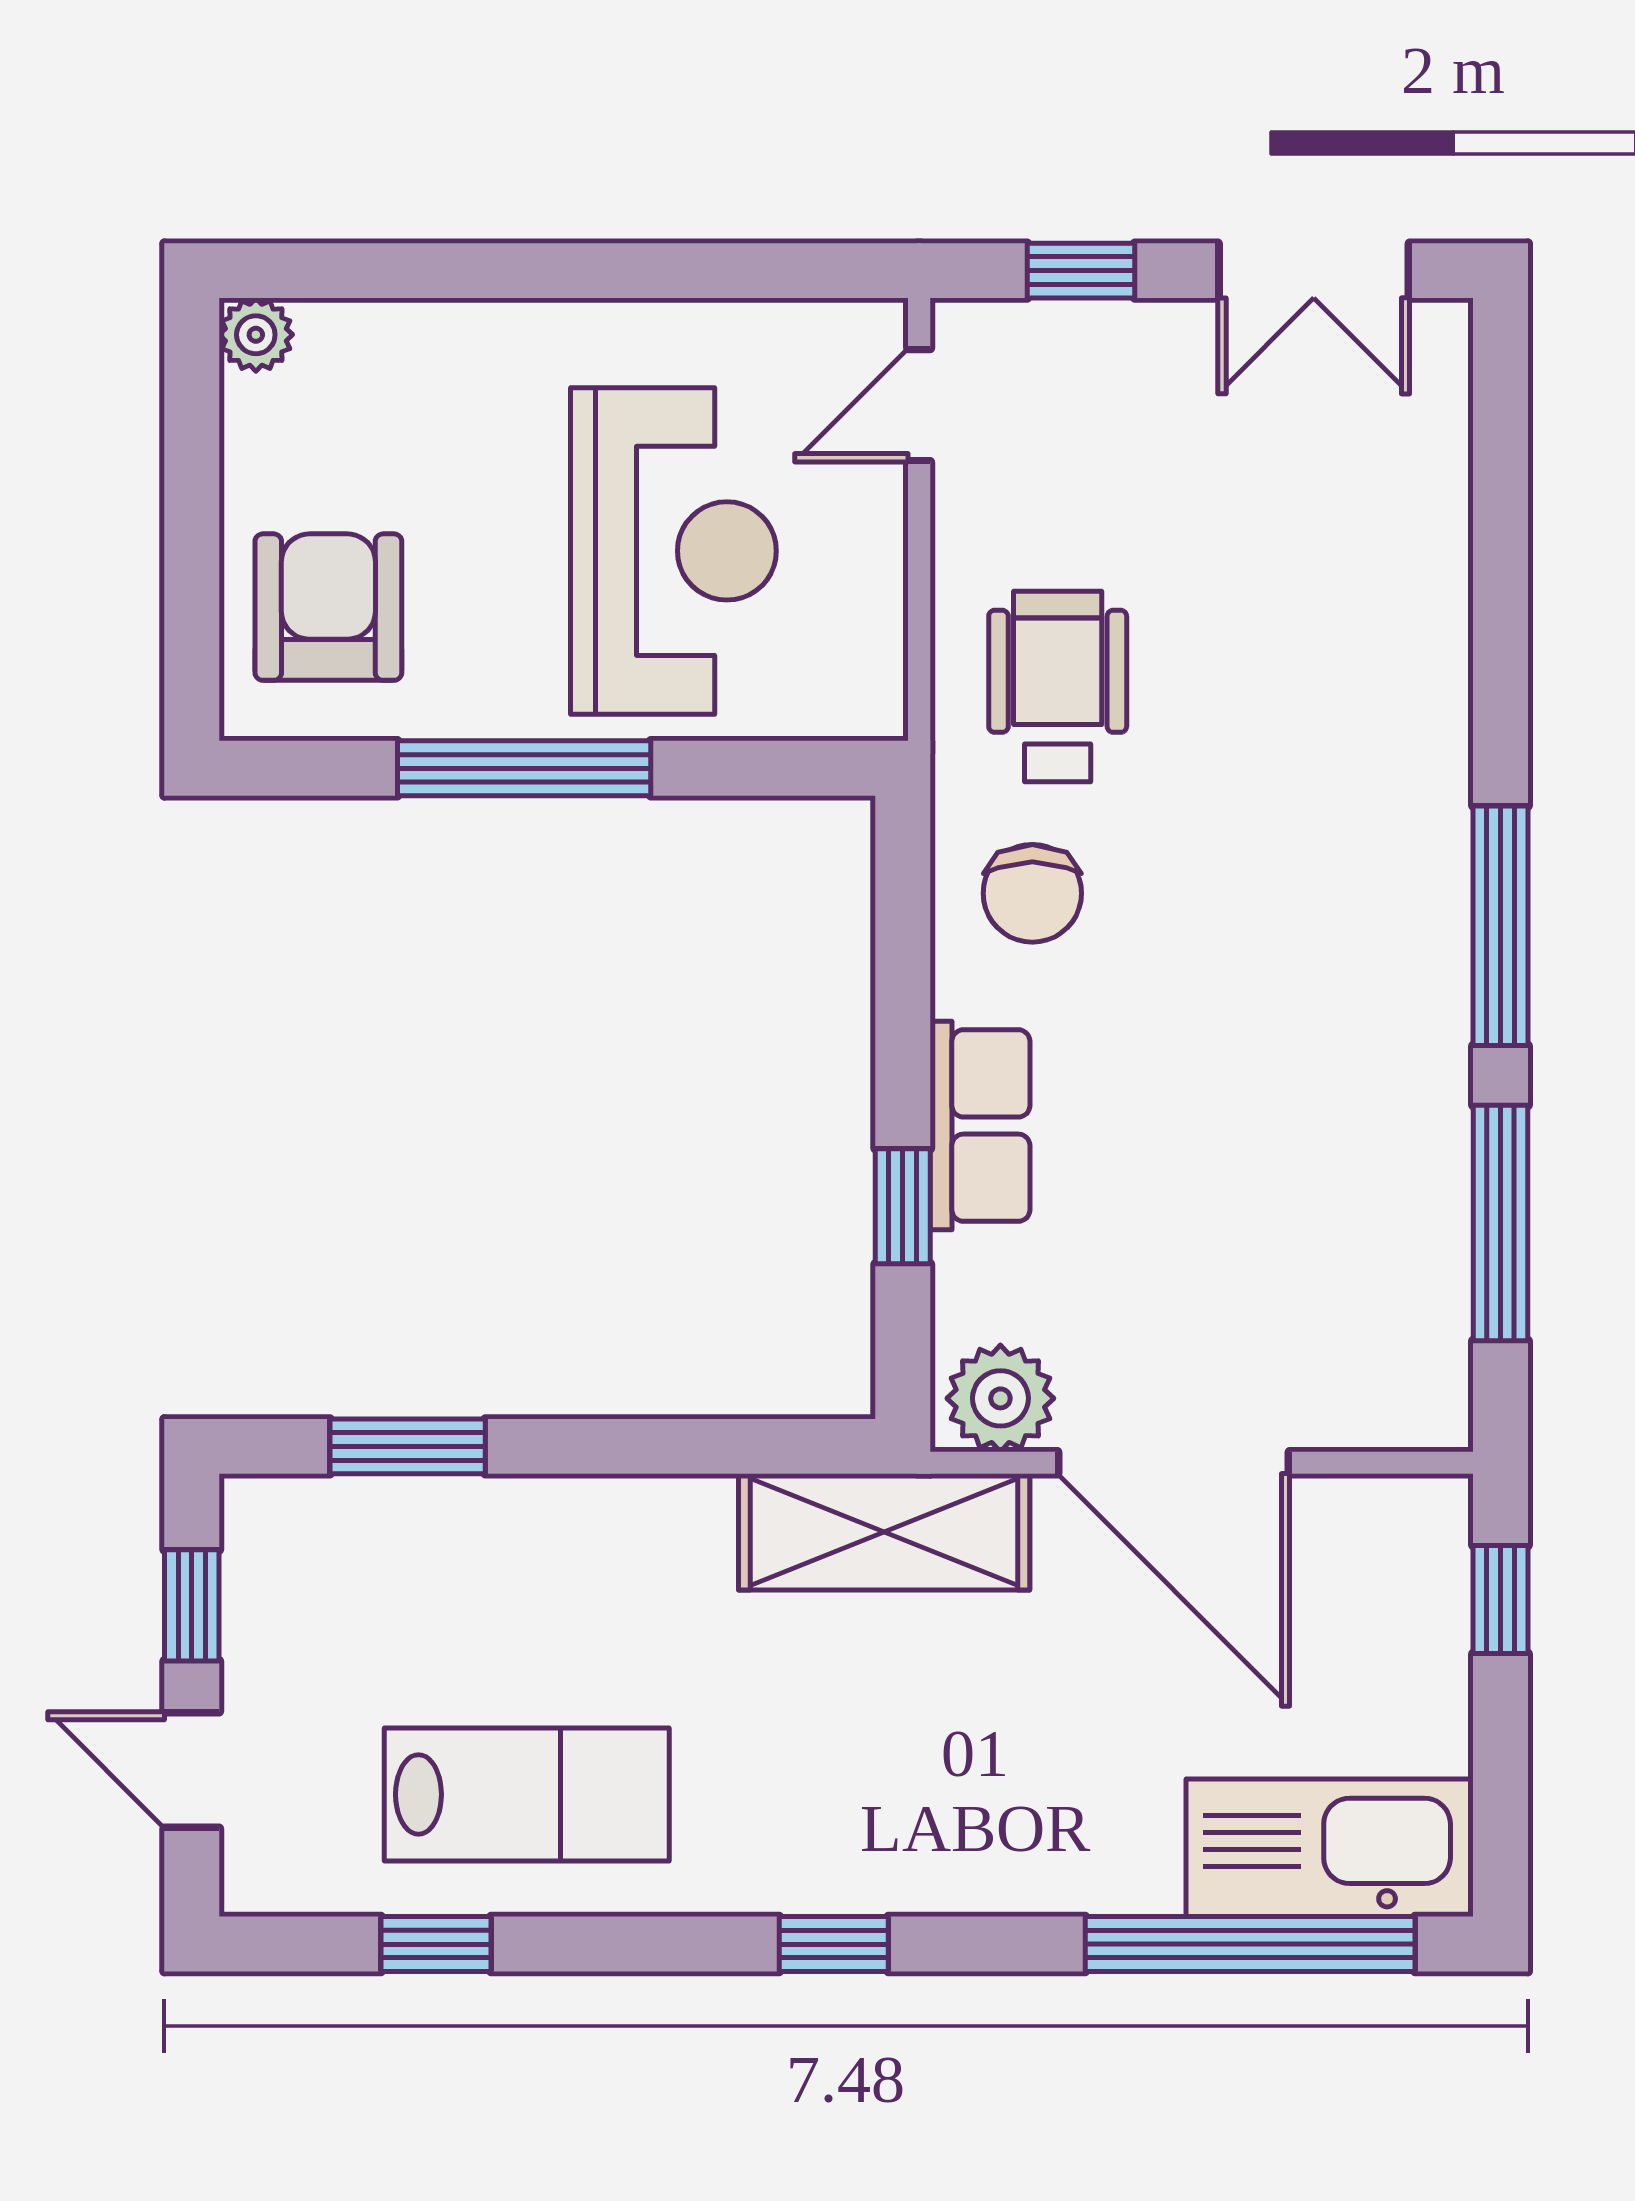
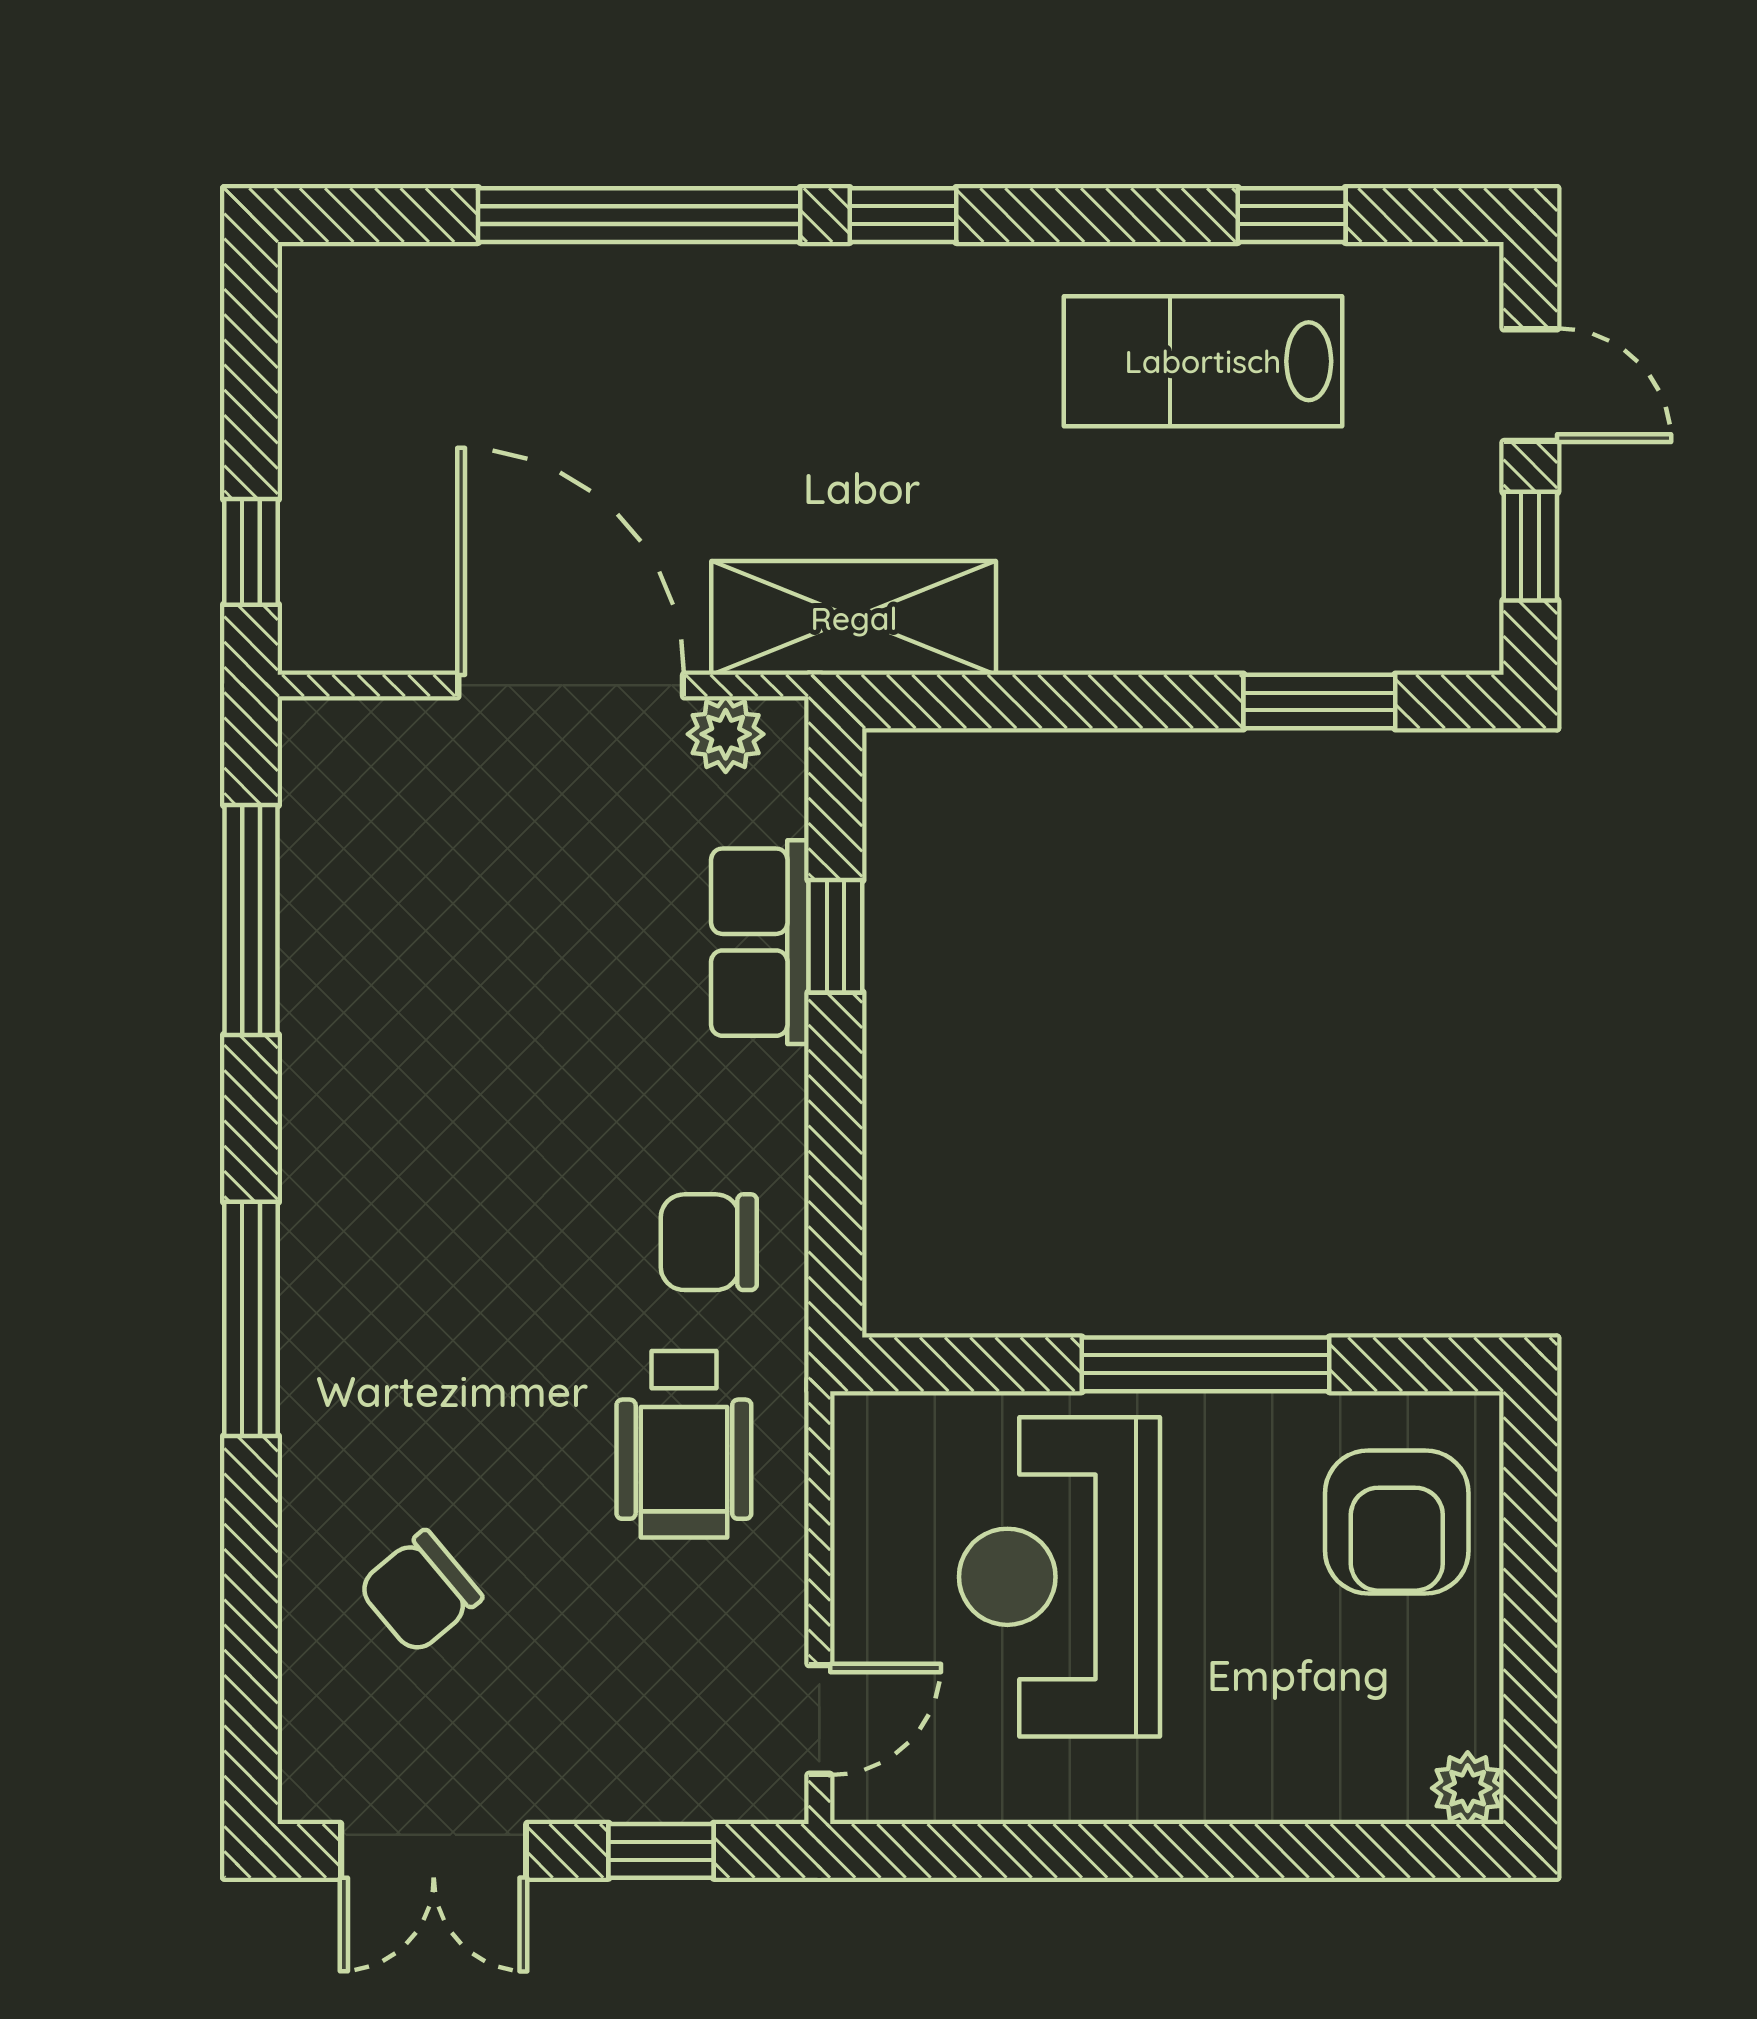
double door: (1314, 271) -> (434, 1851), swing flipped
chair: (1328, 535) -> (420, 1592), added
chair: (1032, 893) -> (709, 1242), turned -90
window: (1501, 926) -> (251, 1319), moved
row of seats: (980, 1126) -> (760, 942), moved
plant: (1000, 1398) -> (726, 734), width x0.73, depth x0.73
kitchen sink: (1330, 1848) -> (418, 309), removed
window: (1250, 1944) -> (639, 215), moved

